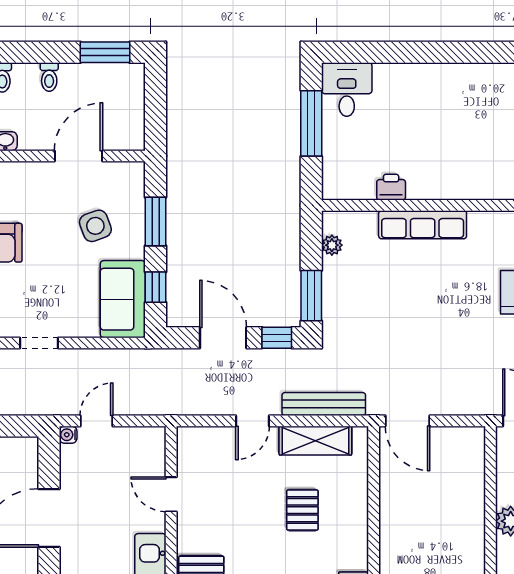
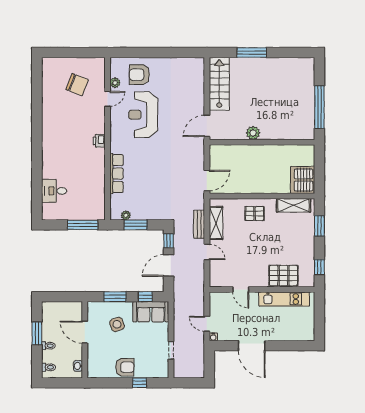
window: (105, 52) -> (37, 333), moved
desk: (347, 90) -> (54, 191), moved
window: (311, 123) -> (83, 225), moved
printer: (391, 187) -> (99, 141), moved
window: (311, 296) -> (136, 225), moved
bench: (324, 404) -> (199, 224), width x0.73
door: (171, 494) -> (241, 289), hinge flipped
pallet: (302, 510) -> (255, 214), moved

